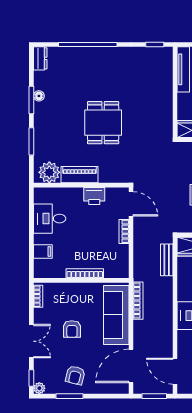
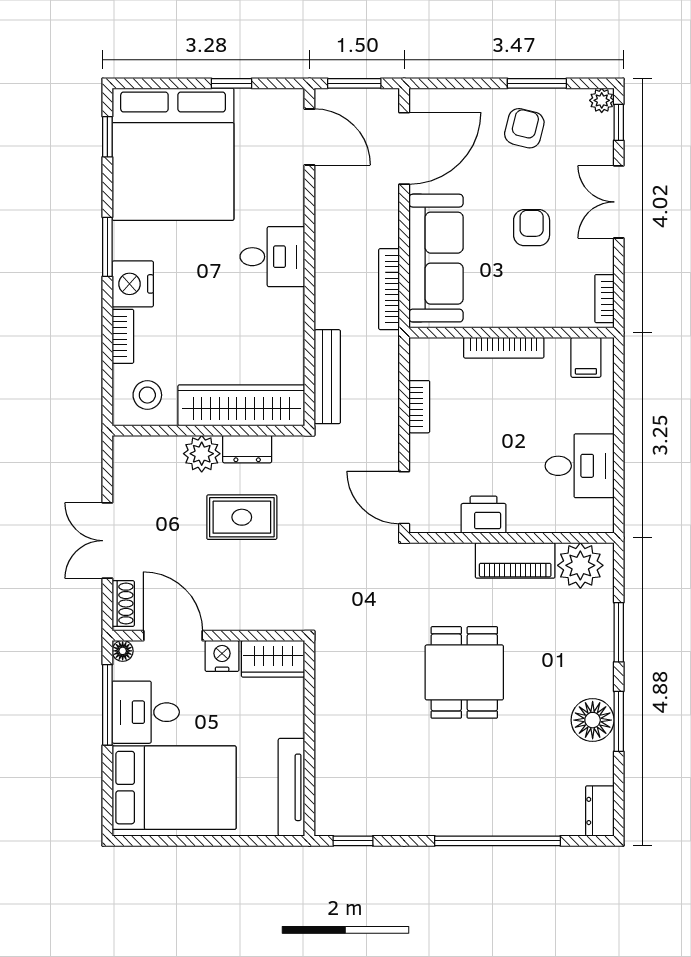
floor lamp: (39, 96) -> (593, 720), width x1.89, depth x1.89
bookcase: (124, 231) -> (419, 407), moved
filing cabinet: (43, 251) -> (586, 357), moved, turned -90
bench: (167, 260) -> (327, 377), width x1.36

